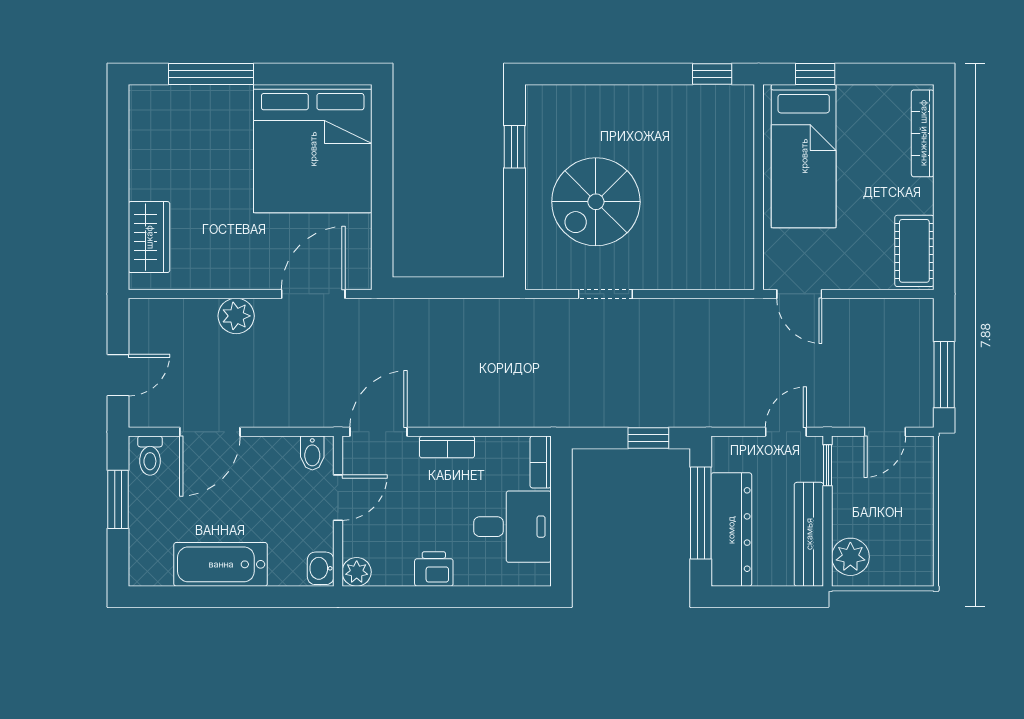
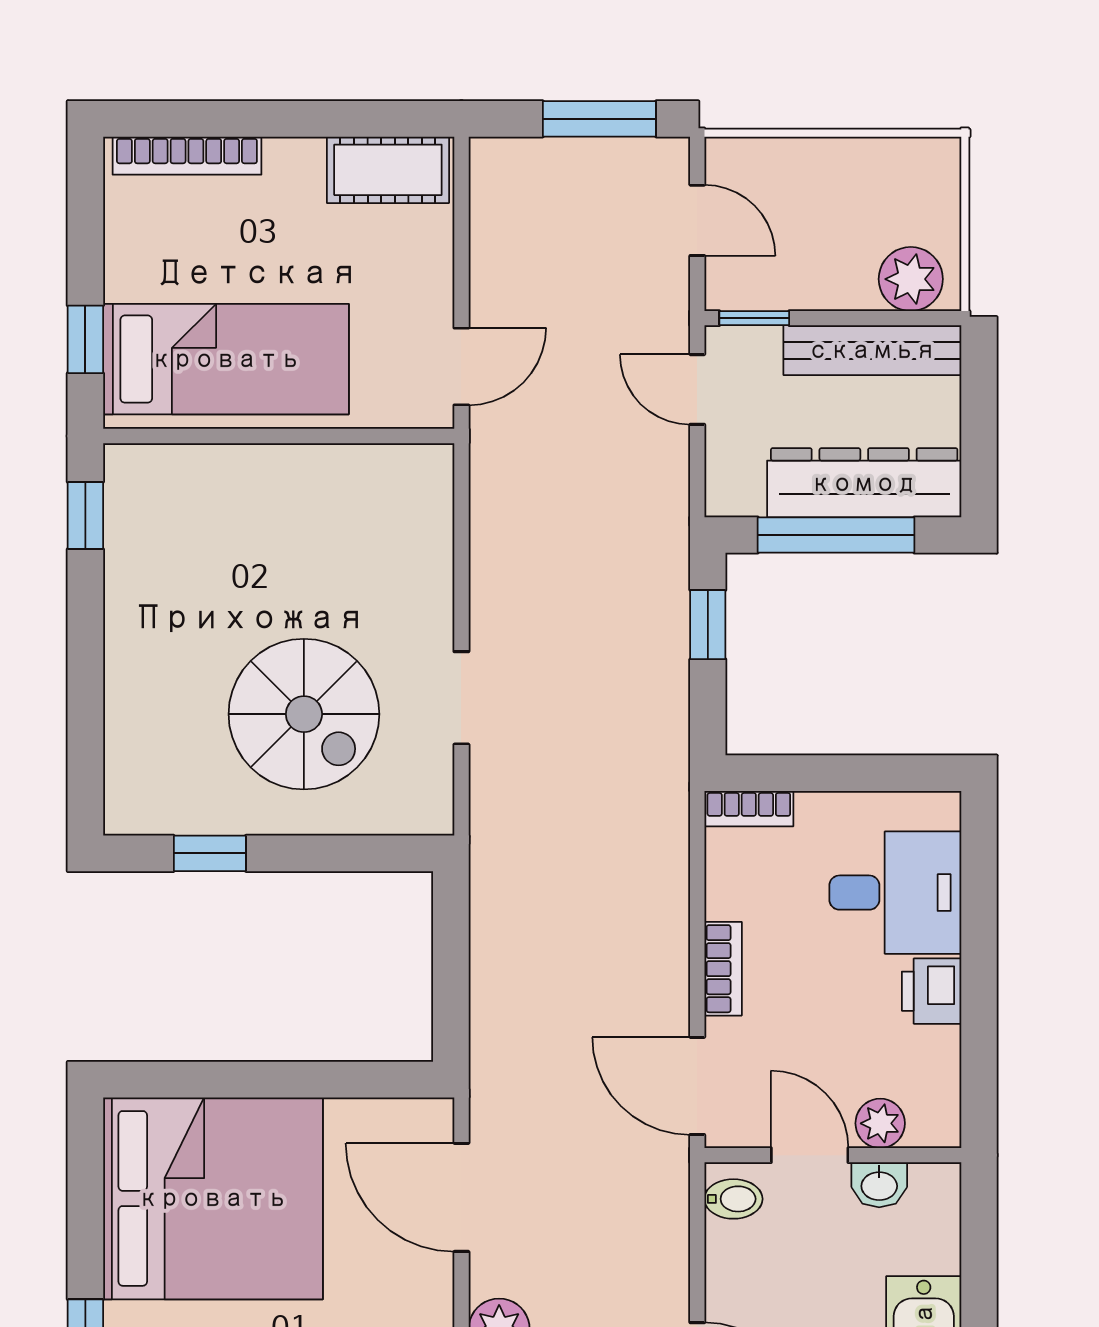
desk: (512, 527) -> (895, 893), moved, turned 90
washbasin: (321, 568) -> (879, 1185), moved
plant: (357, 572) -> (880, 1123), moved

